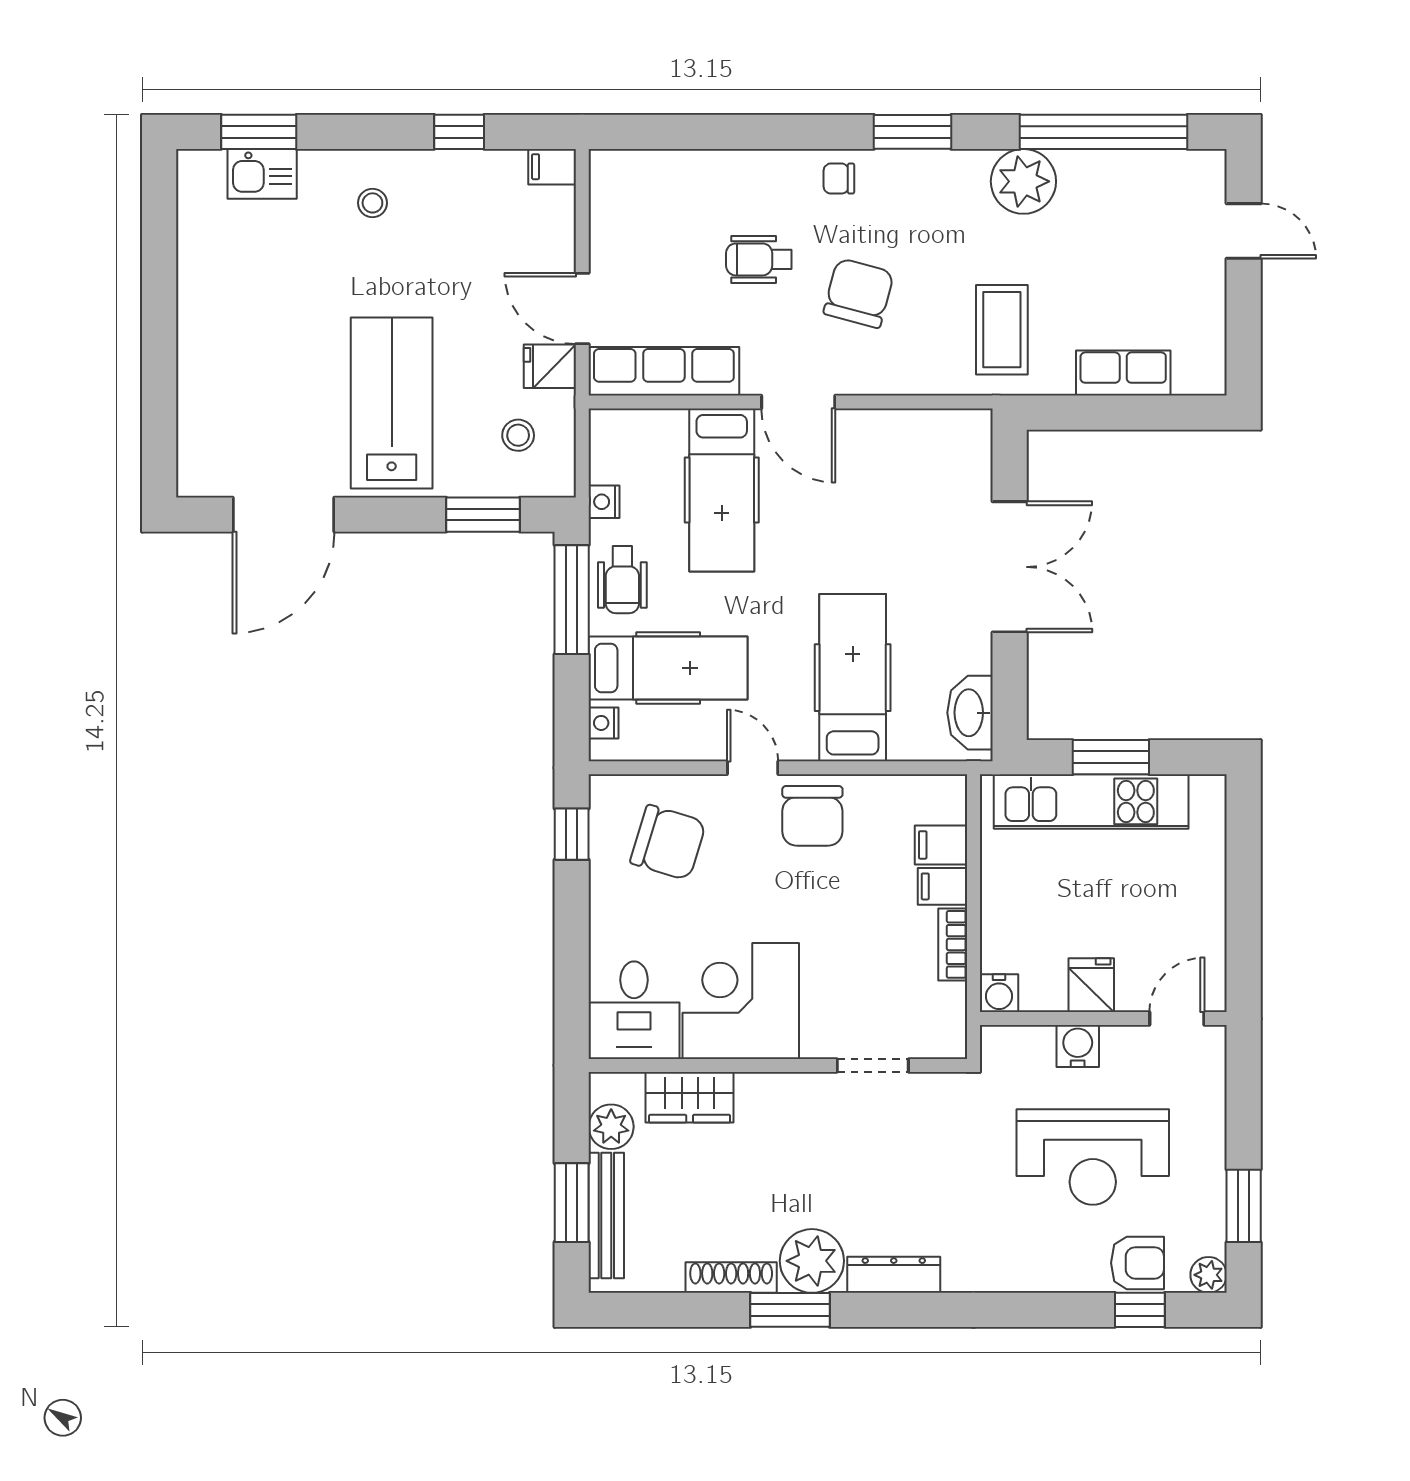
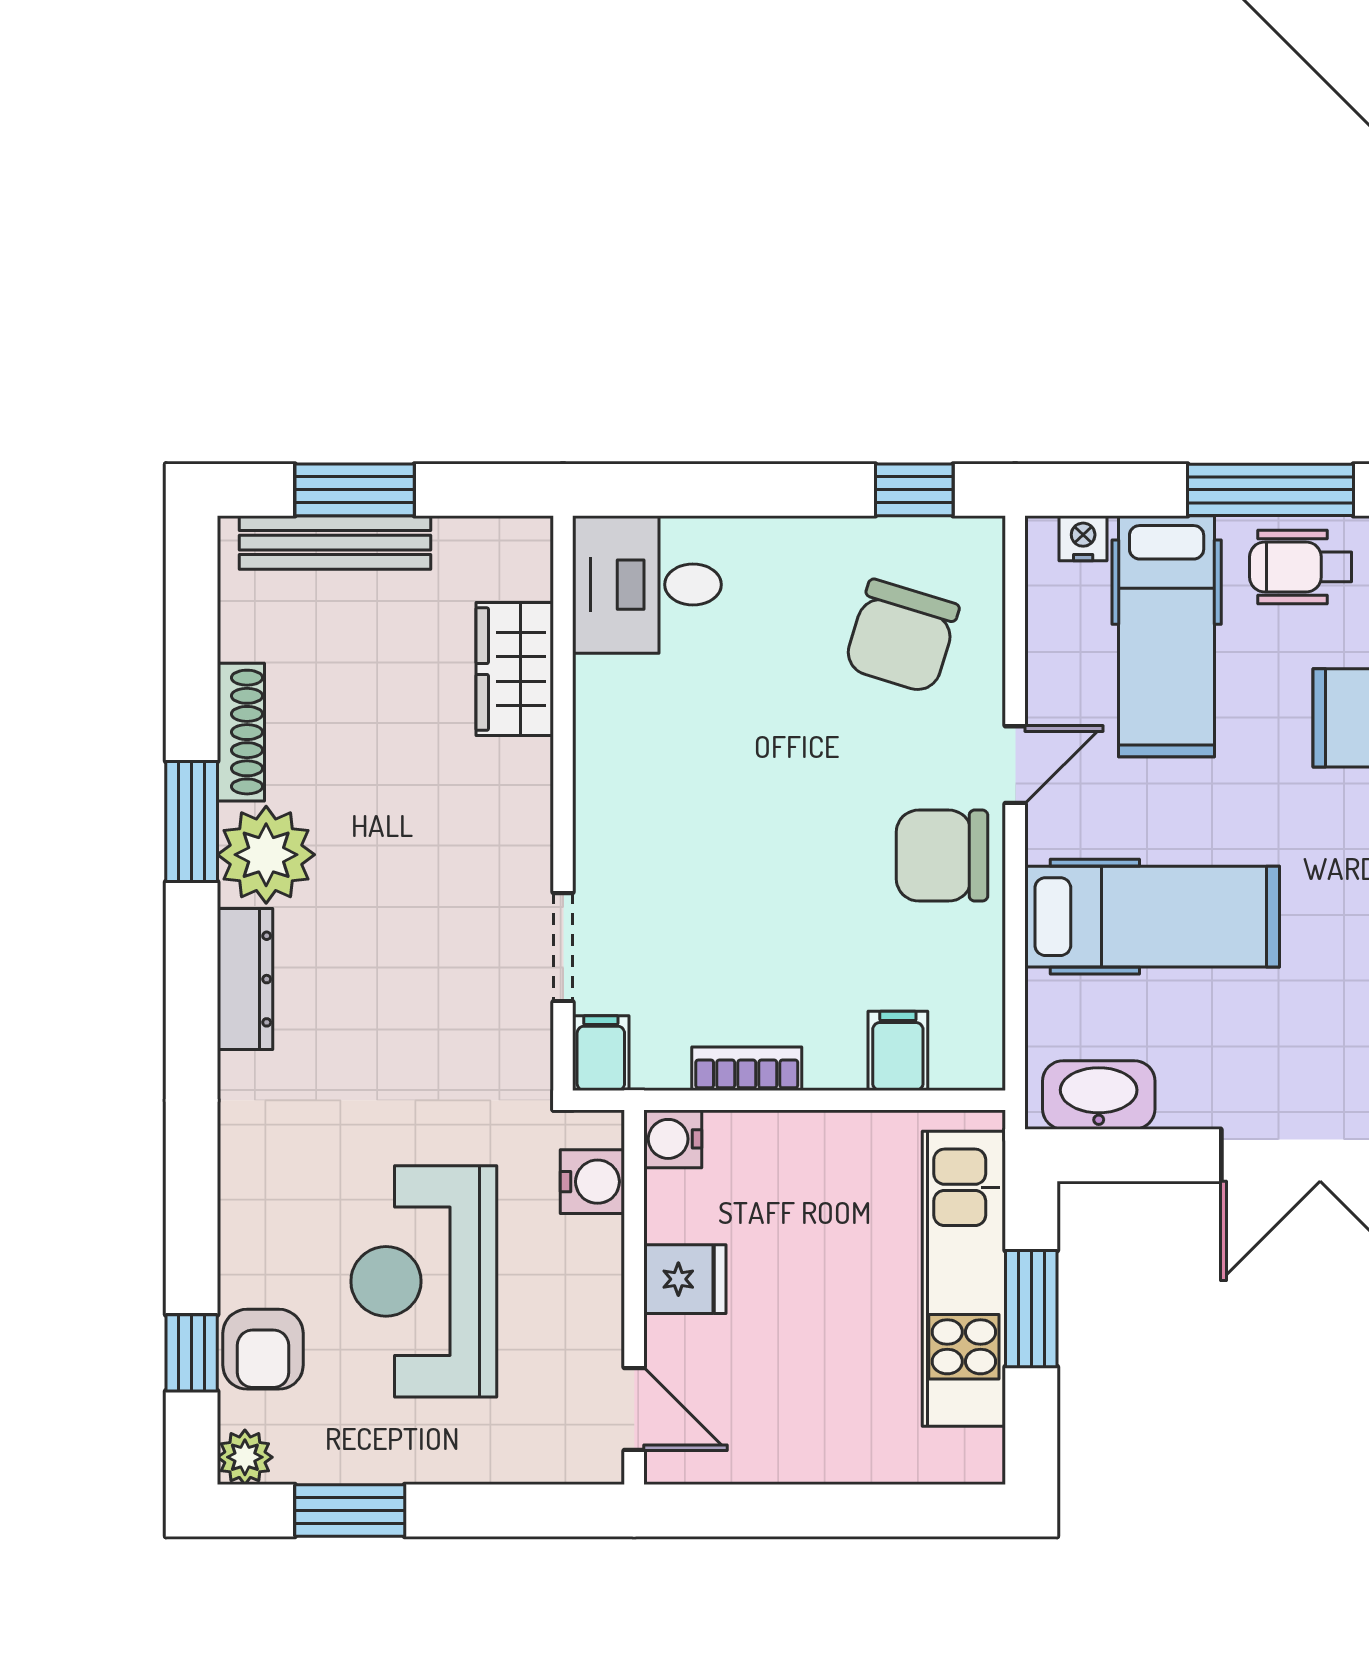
filing cabinet: (943, 886) -> (601, 1053), moved
corner desk: (741, 1001) -> (661, 747), removed
water cooler: (1078, 1046) -> (592, 1182), moved
plant: (611, 1127) -> (470, 550), removed

